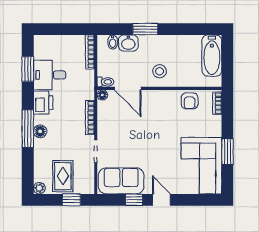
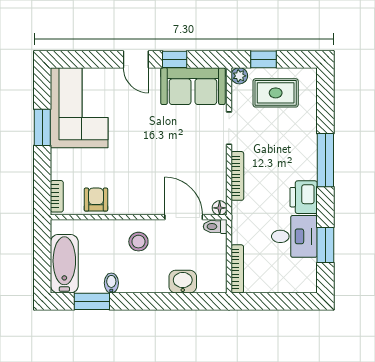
window: (145, 29) -> (92, 301), moved
bidet: (113, 42) -> (111, 283), moved
floor lamp: (40, 131) -> (308, 156), removed
rug: (63, 176) -> (276, 93), turned 90
plant: (39, 188) -> (239, 76), moved

